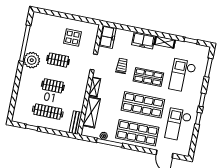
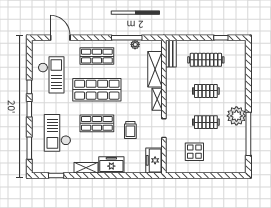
checkout: (183, 76) -> (58, 133), turned 180
shop shelf: (137, 133) -> (97, 56), width x0.70, depth x0.74

